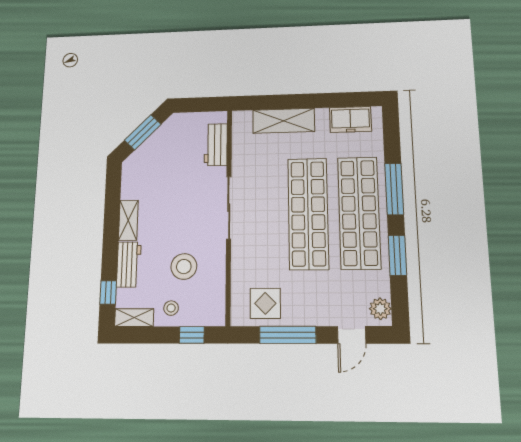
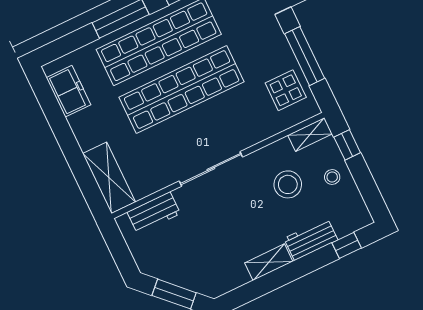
shelving: (284, 121) -> (109, 178), moved
shelving: (134, 318) -> (310, 134), moved, turned 90

